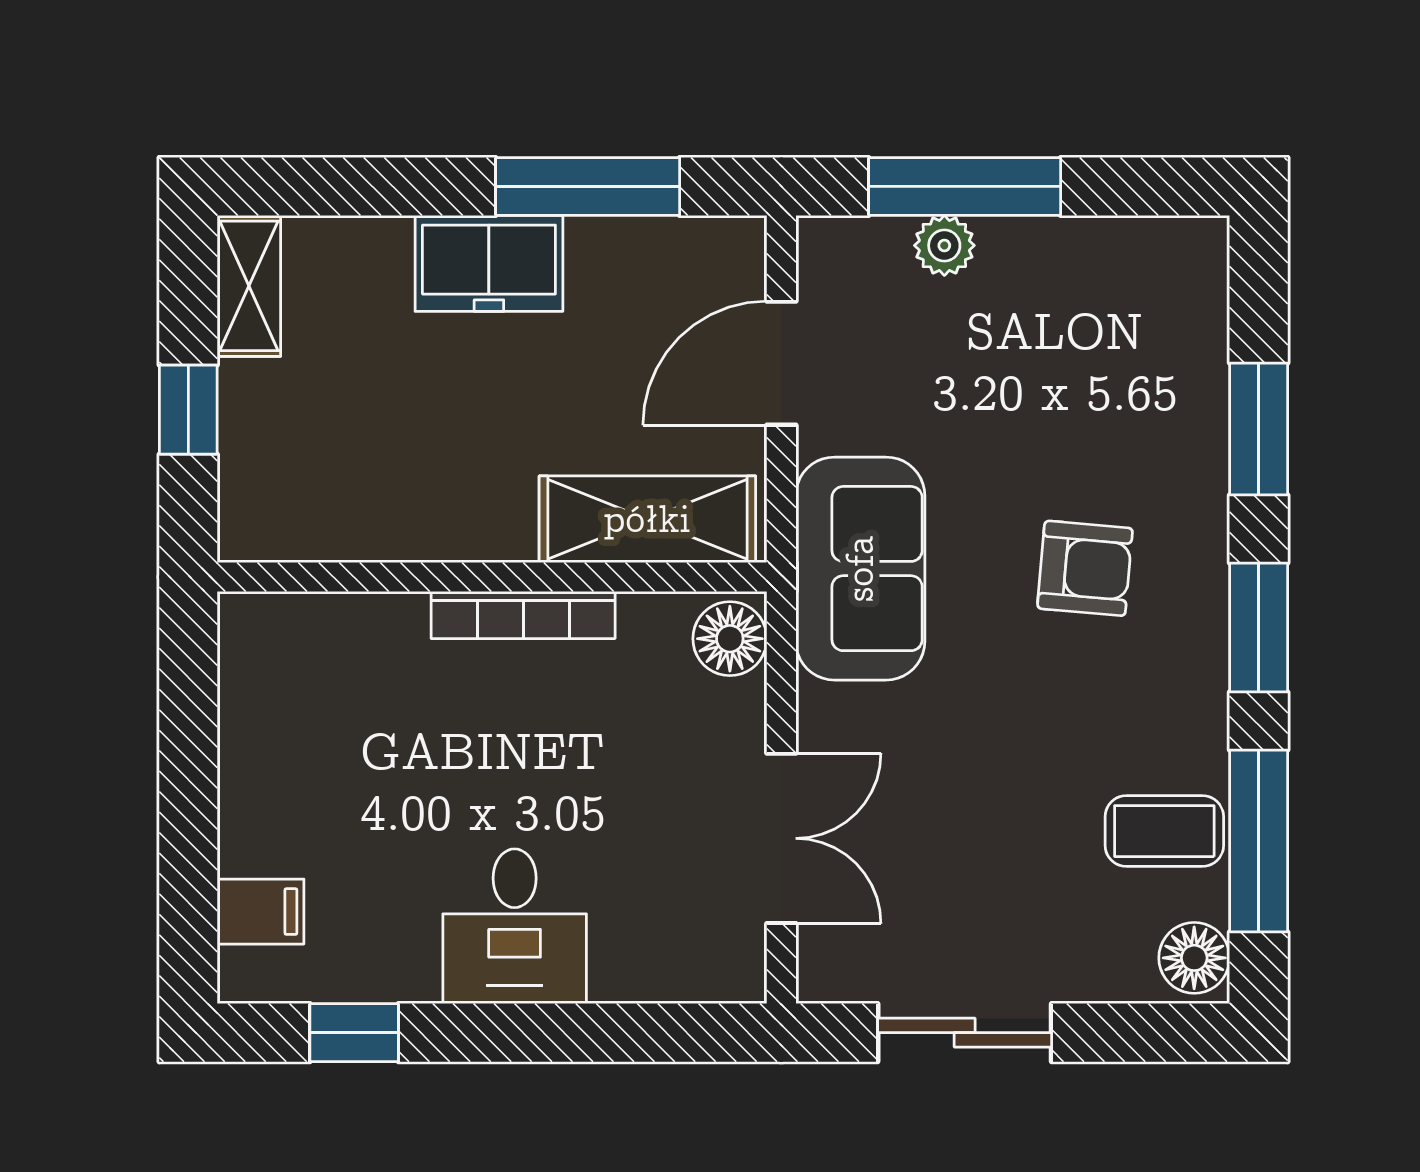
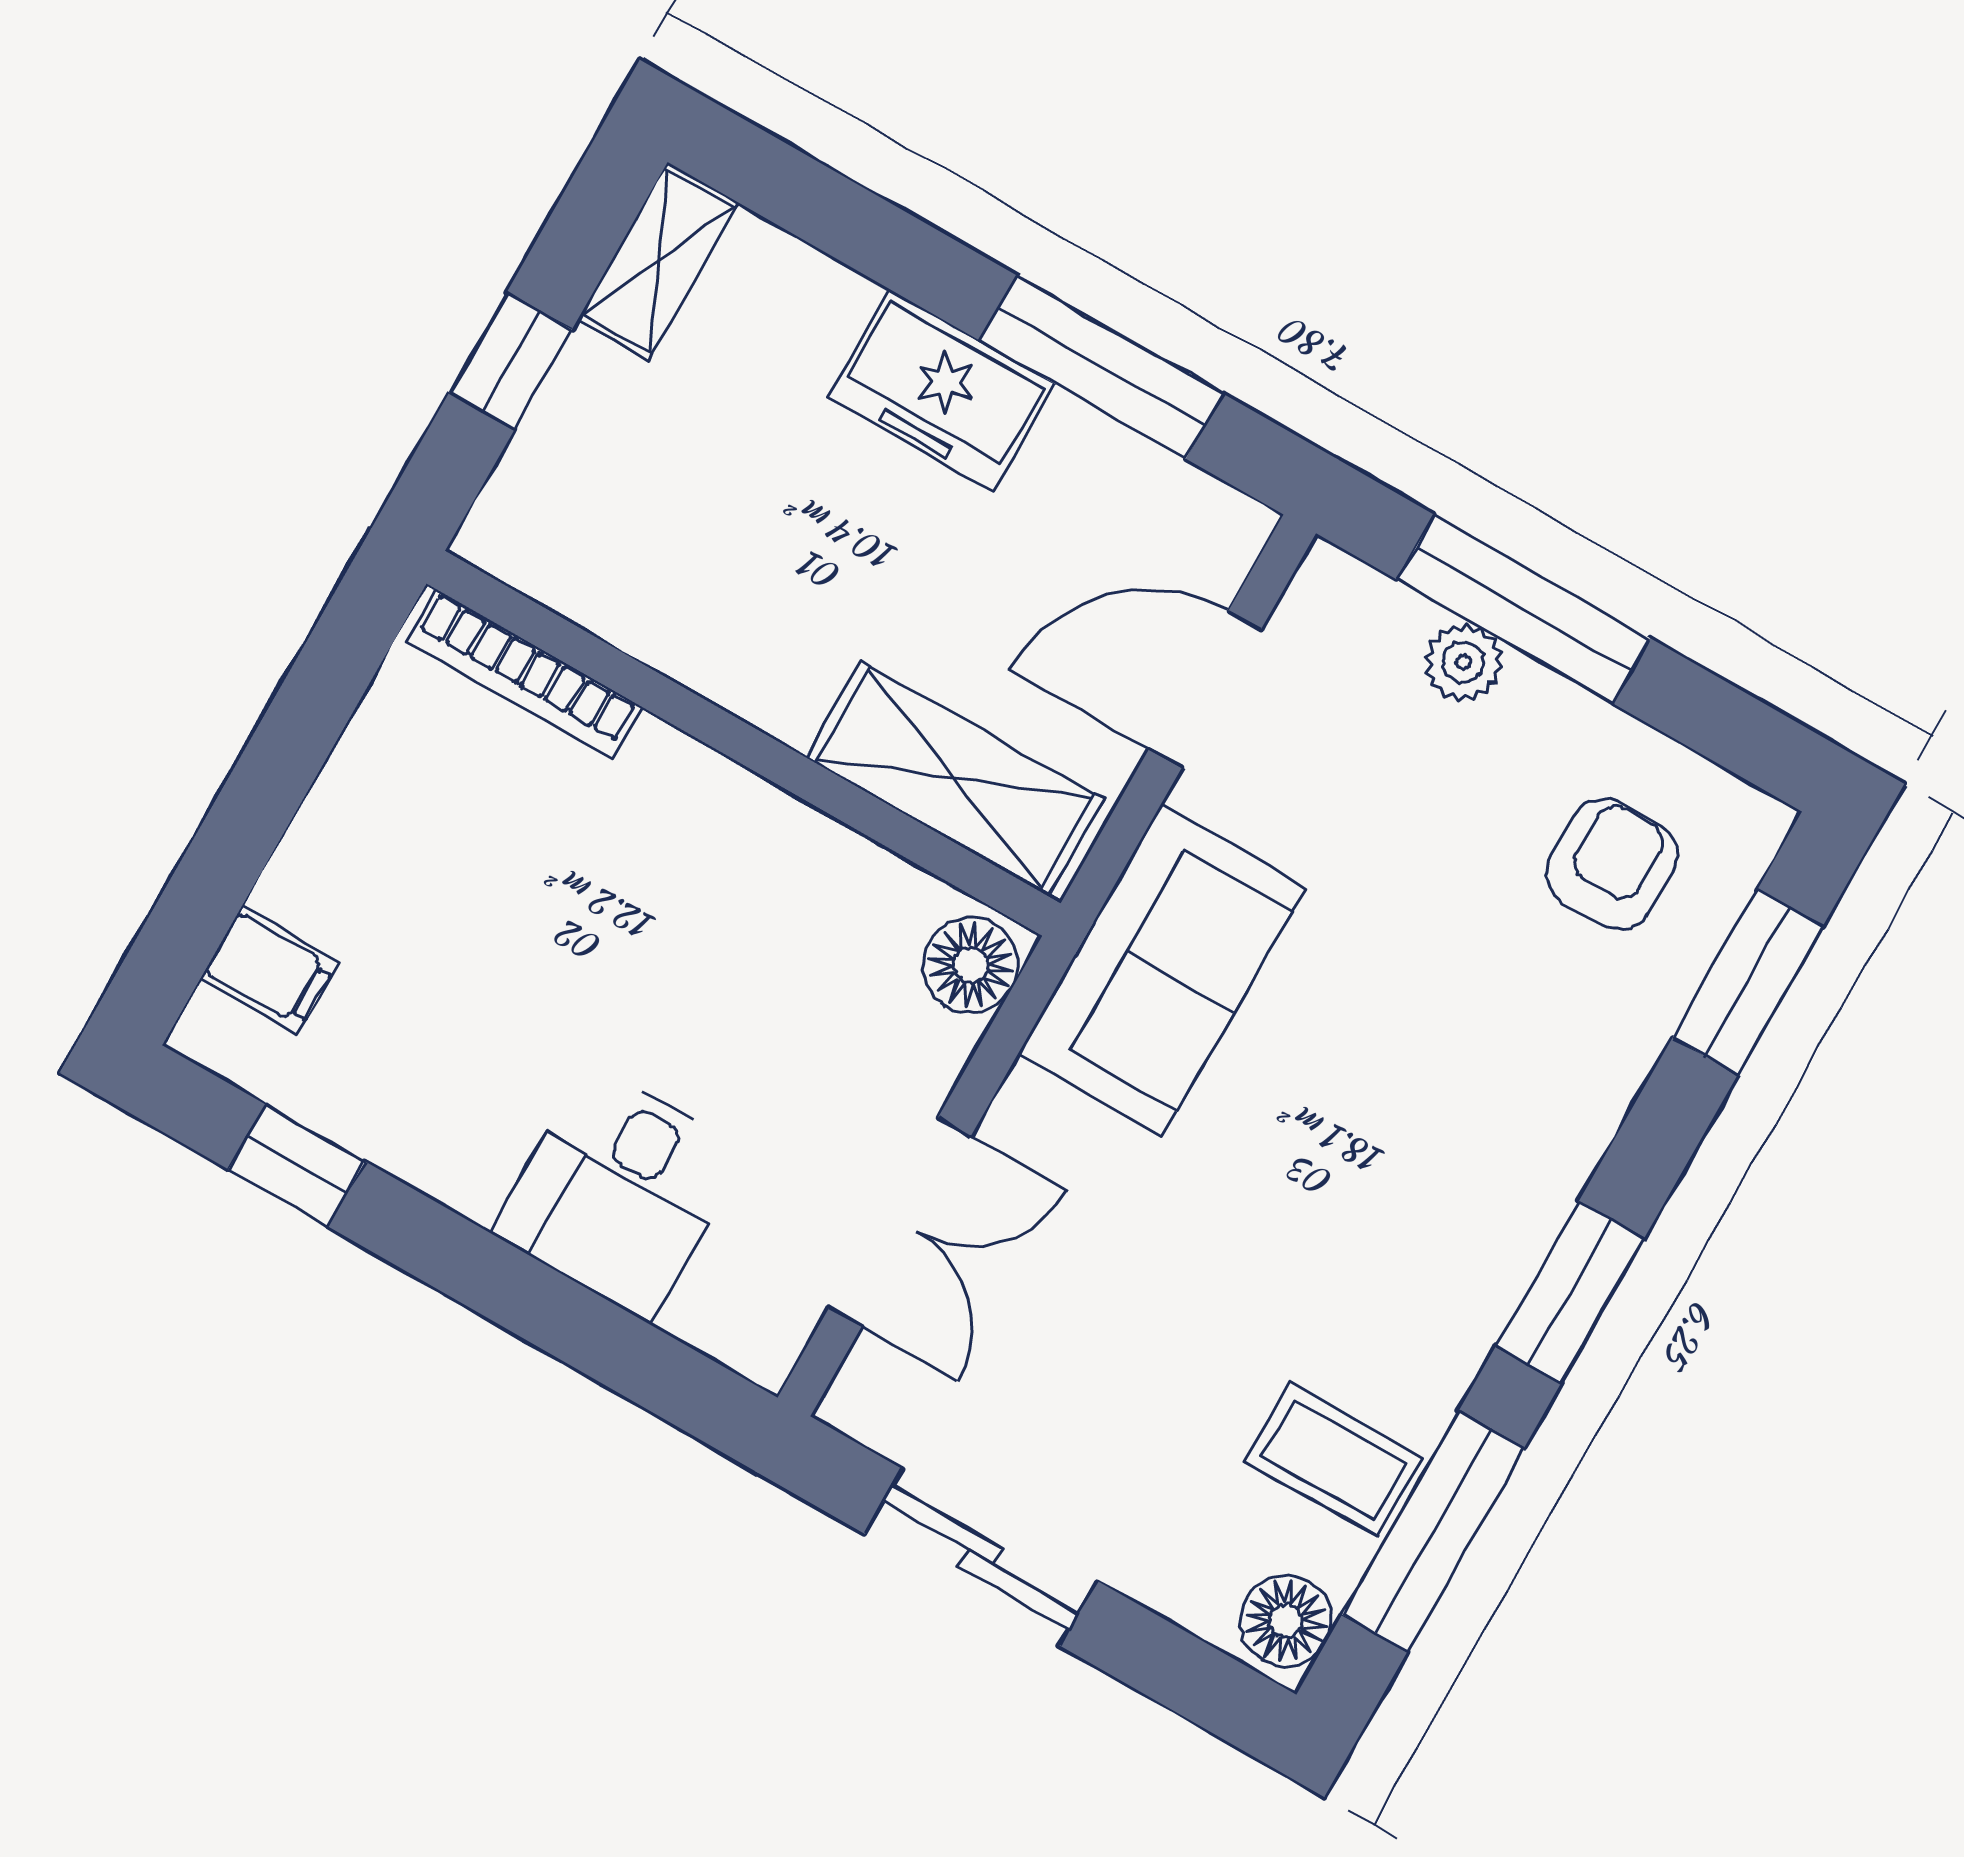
window: (1259, 429) -> (1748, 982), moved
armchair: (1085, 568) -> (1612, 864), moved, turned -95
bookcase: (523, 615) -> (524, 674), moved
desk: (515, 926) -> (619, 1192), moved

